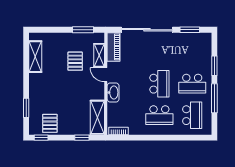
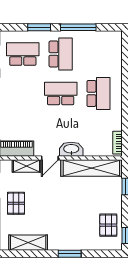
pallet: (75, 61) -> (16, 203), moved, turned 90
window: (26, 108) -> (70, 254), moved
school desk: (192, 115) -> (23, 54), moved
shelving: (97, 117) -> (91, 168), width x1.47
pallet: (50, 123) -> (108, 225), turned 90

